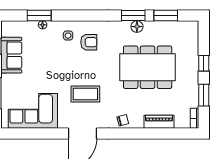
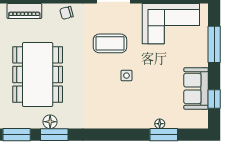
side table: (68, 36) -> (126, 76), moved
armchair: (89, 42) -> (106, 104), removed
dining table: (148, 67) -> (38, 75), turned 90

